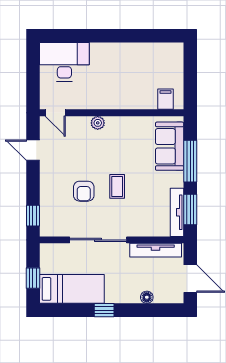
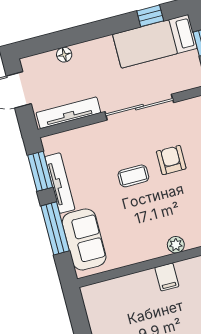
filing cabinet: (166, 99) -> (167, 277), moved
coffee table: (117, 186) -> (133, 176), turned 90
tv unit: (177, 212) -> (60, 183), moved
window: (104, 310) -> (150, 16), moved

